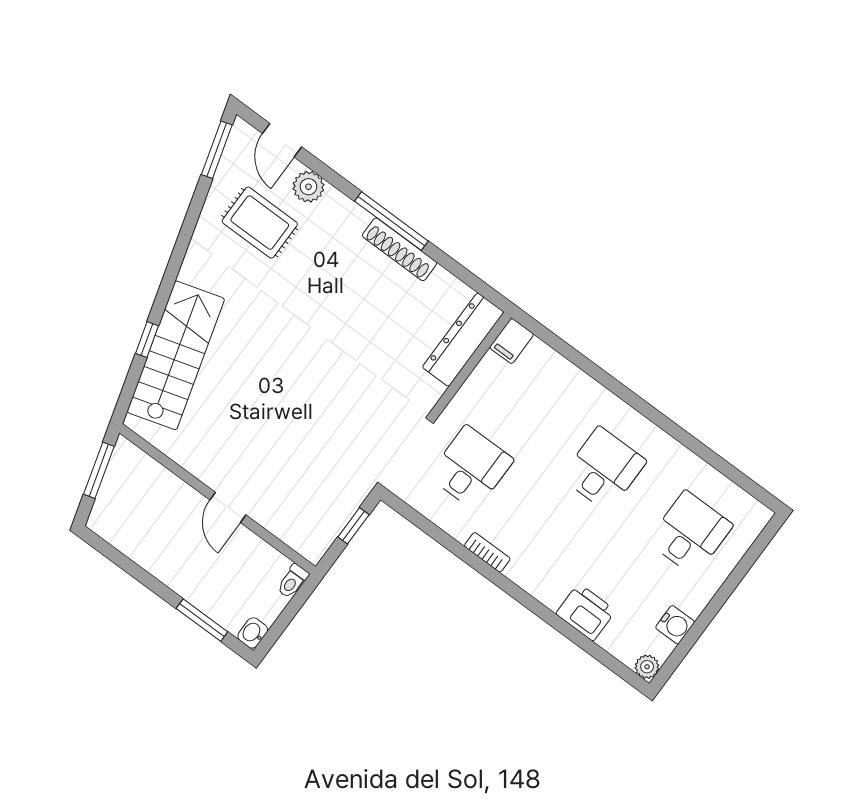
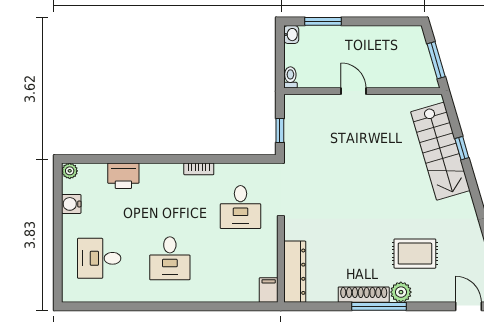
plant: (308, 187) -> (401, 292), moved
rug: (260, 223) -> (415, 254), moved
desk: (690, 533) -> (99, 258), turned 90

